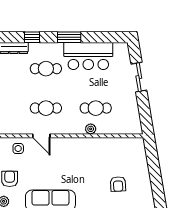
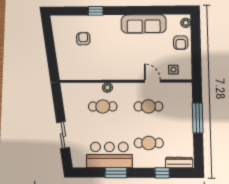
window: (69, 37) -> (116, 173), moved

